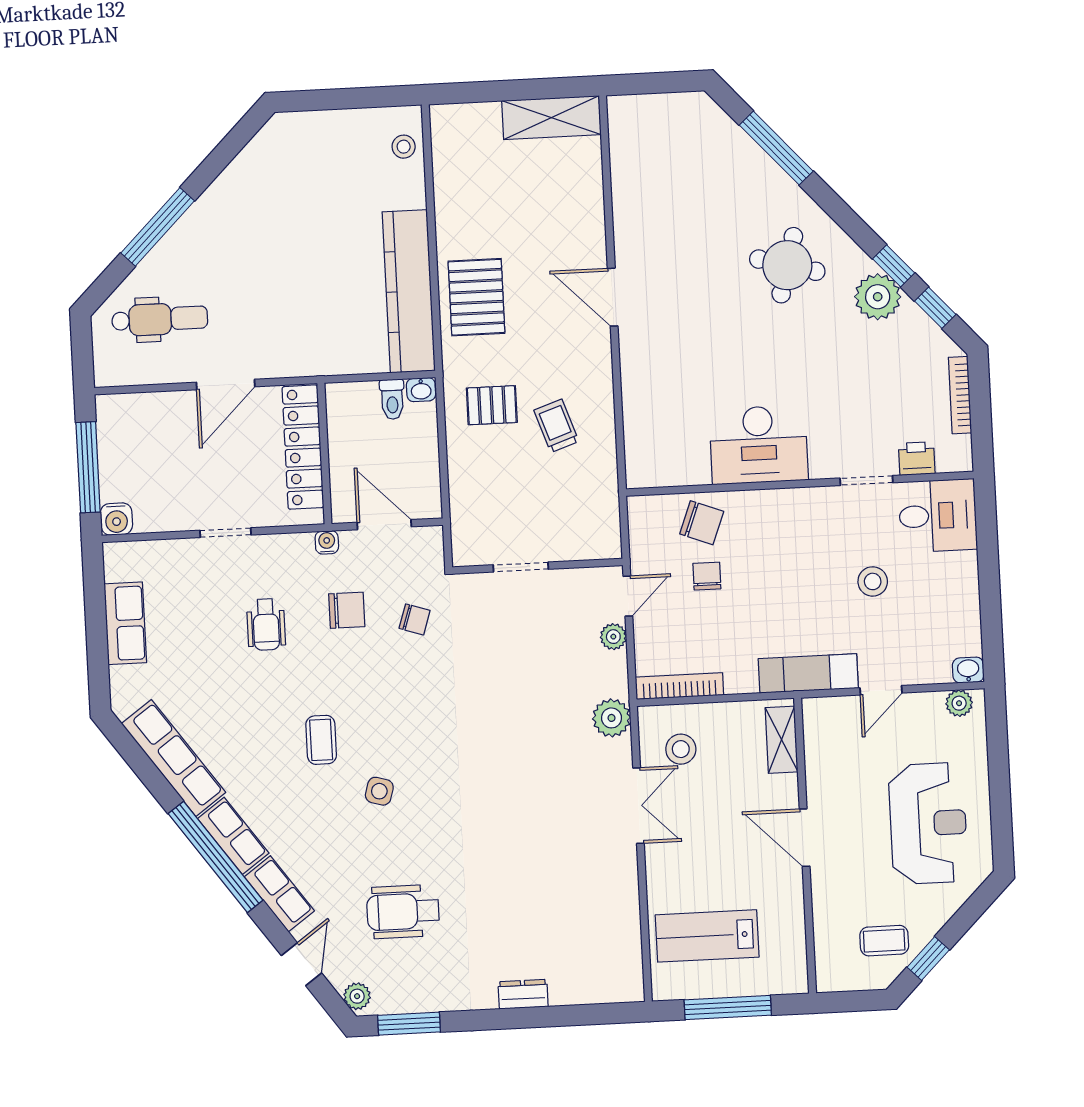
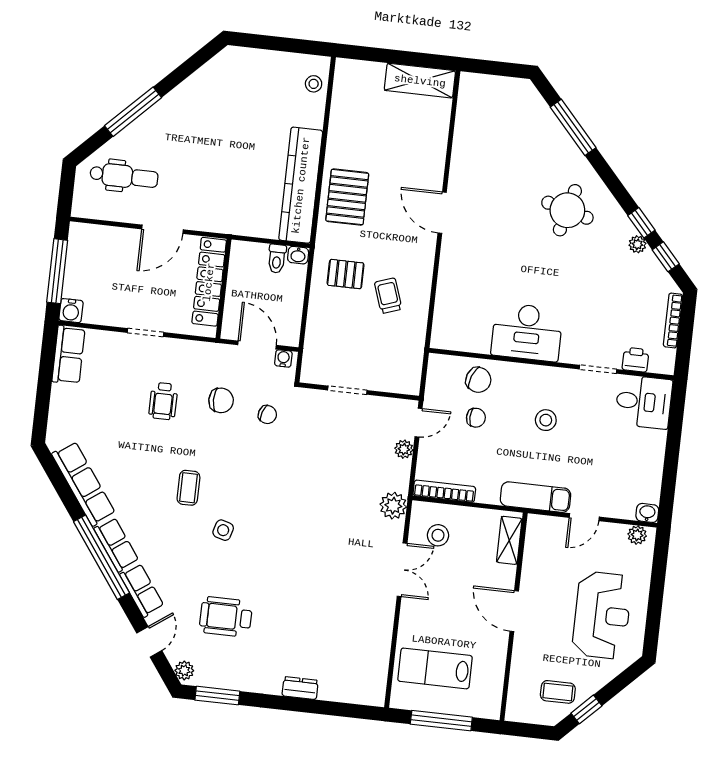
plant: (878, 297) -> (637, 244), width x0.53, depth x0.53
water cooler: (327, 542) -> (283, 358), moved
chair: (707, 576) -> (476, 418), turned 91
stool: (873, 581) -> (546, 420), moved
row of seats: (125, 623) -> (69, 355), moved

